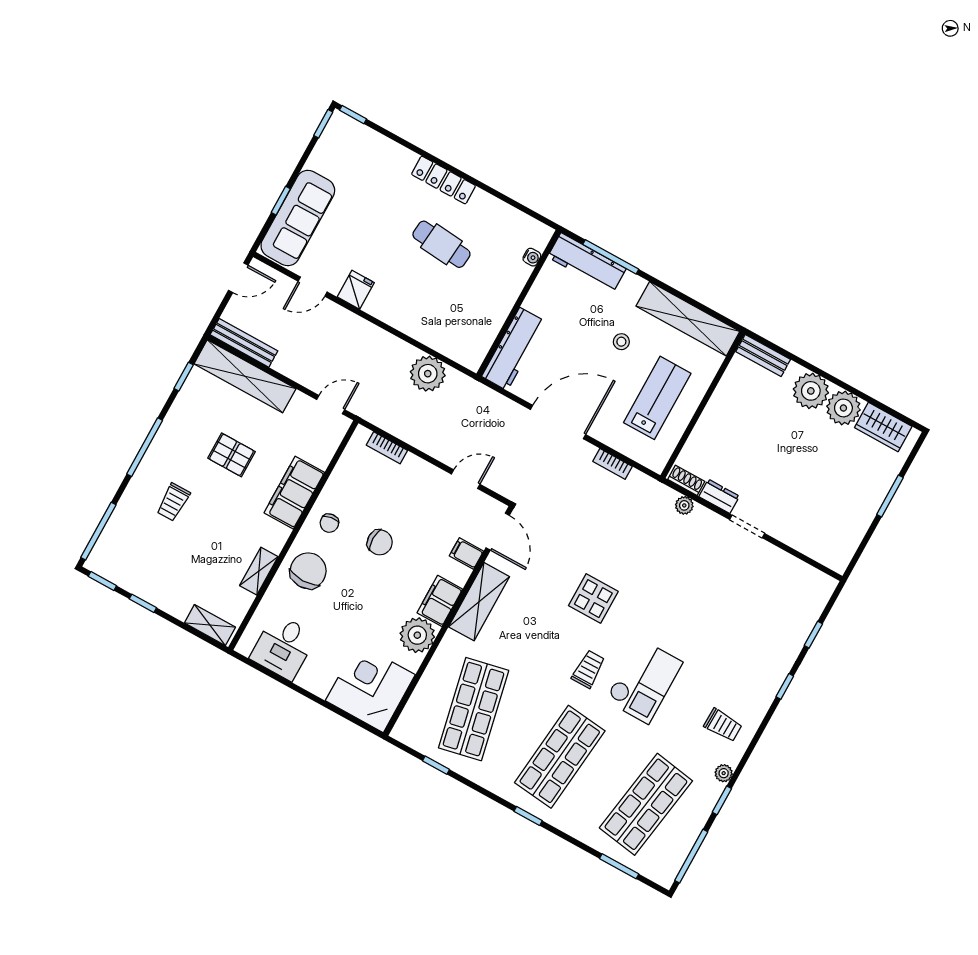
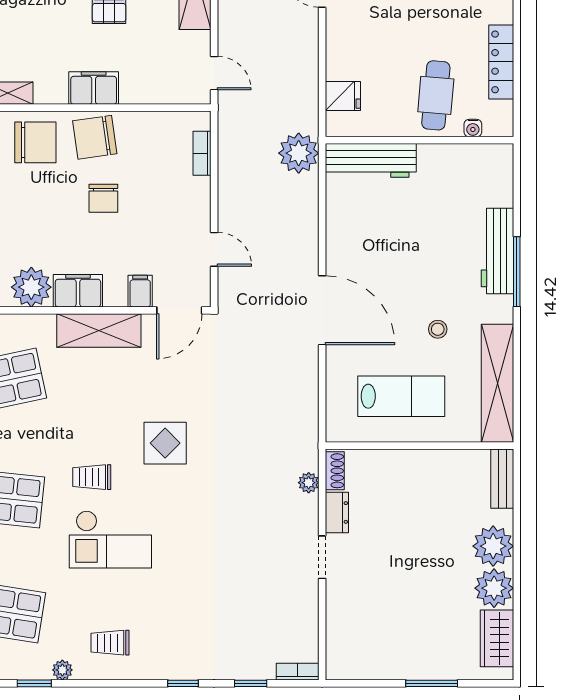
water cooler: (532, 257) -> (473, 128), moved
fridge: (356, 290) -> (343, 96), moved
wall: (519, 303) -> (419, 140), moved
workbench: (513, 349) -> (371, 160), moved
bookcase: (613, 464) -> (298, 672), moved, turned 90
filing cabinet: (294, 493) -> (94, 88), width x0.67, depth x0.86
chair: (329, 523) -> (95, 137), width x1.87, depth x1.87
trolley: (588, 669) -> (92, 477), turned 180
trolley: (723, 725) -> (110, 643), turned 89

